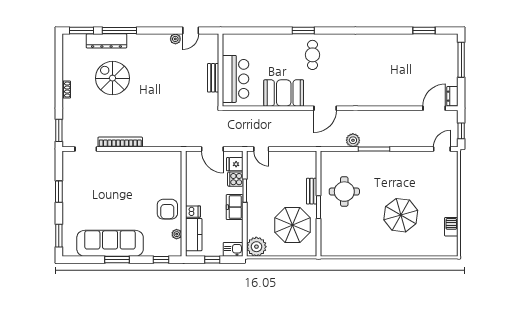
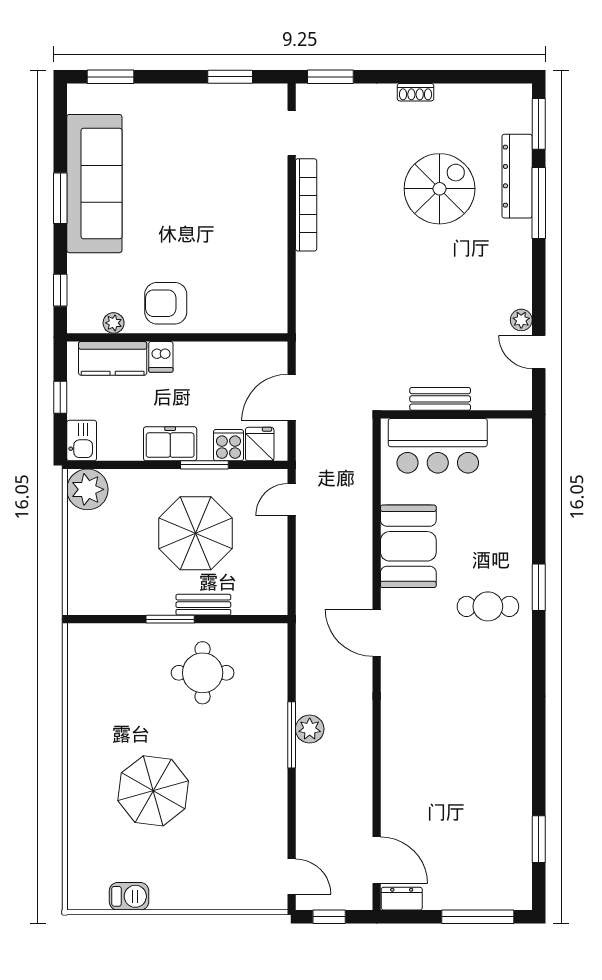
plant: (353, 140) -> (310, 729), moved
window: (59, 192) -> (230, 77), moved
parasol: (293, 225) -> (196, 533), moved

